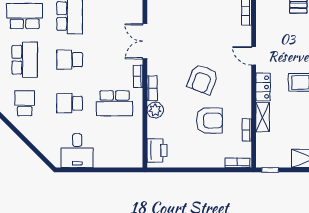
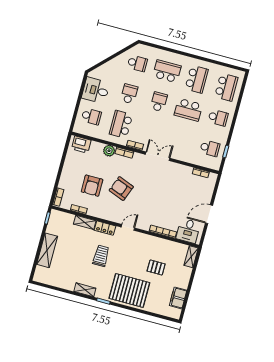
school desk: (25, 60) -> (167, 71), turned 180
school desk: (114, 147) -> (91, 116), added

